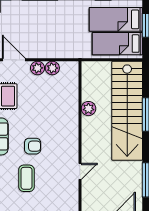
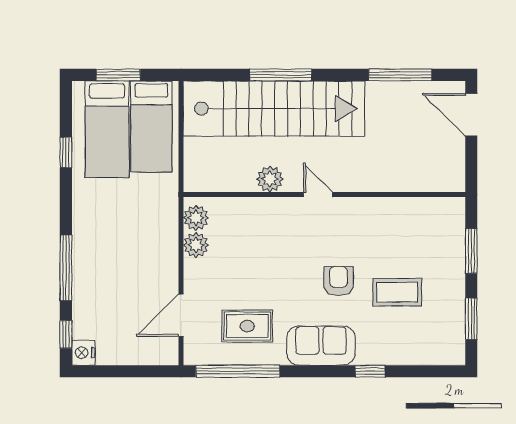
plant: (37, 68) -> (196, 218), moved
door: (80, 171) -> (318, 195), moved

